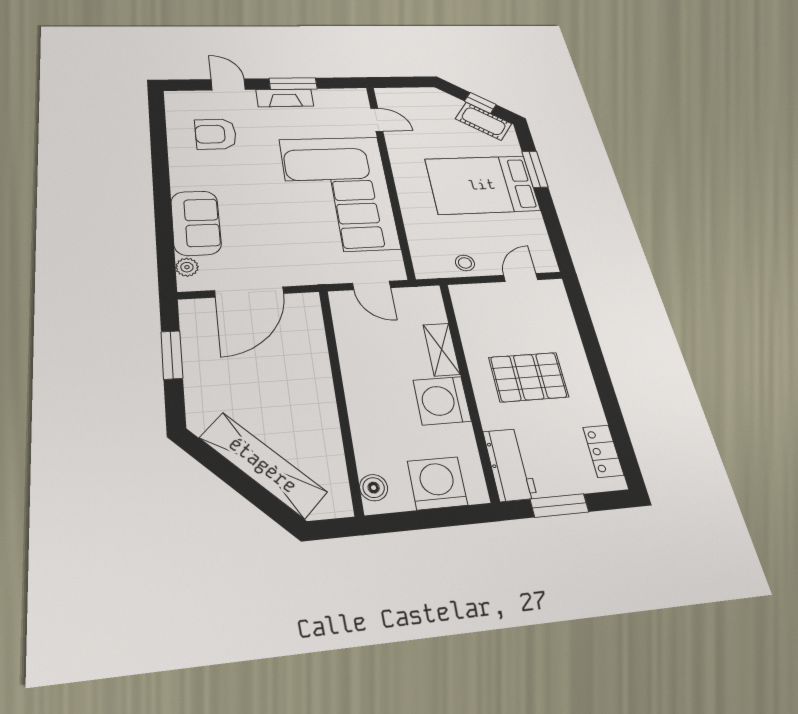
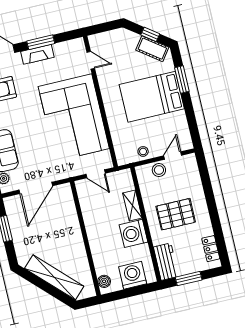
stool: (495, 297) -> (159, 170), added

